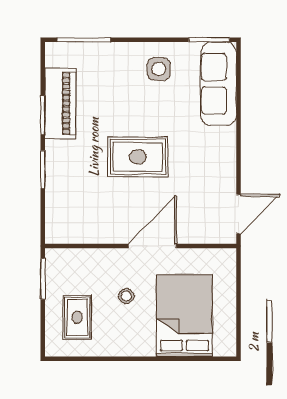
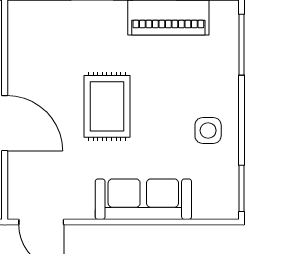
sofa: (219, 84) -> (143, 199), moved

